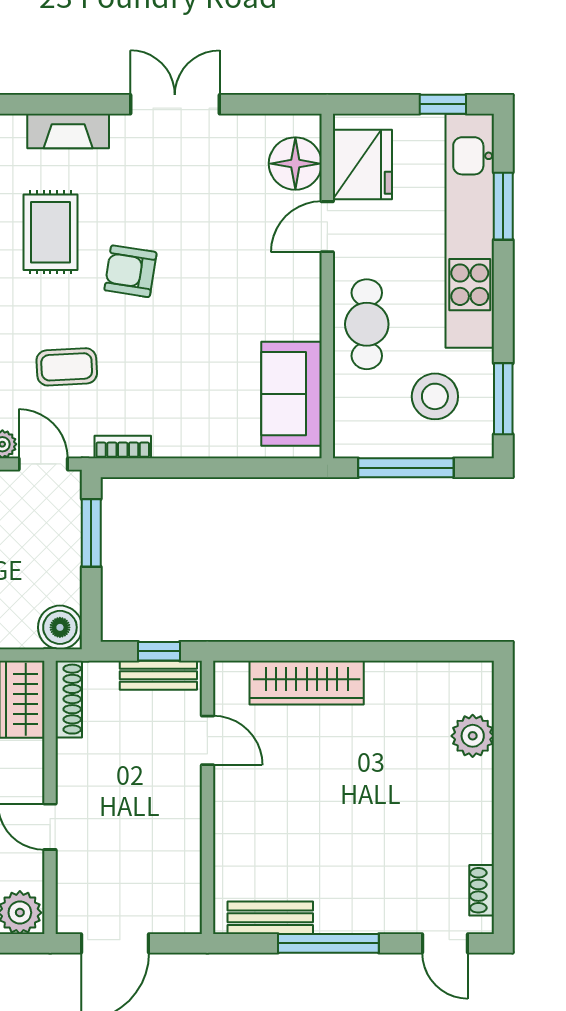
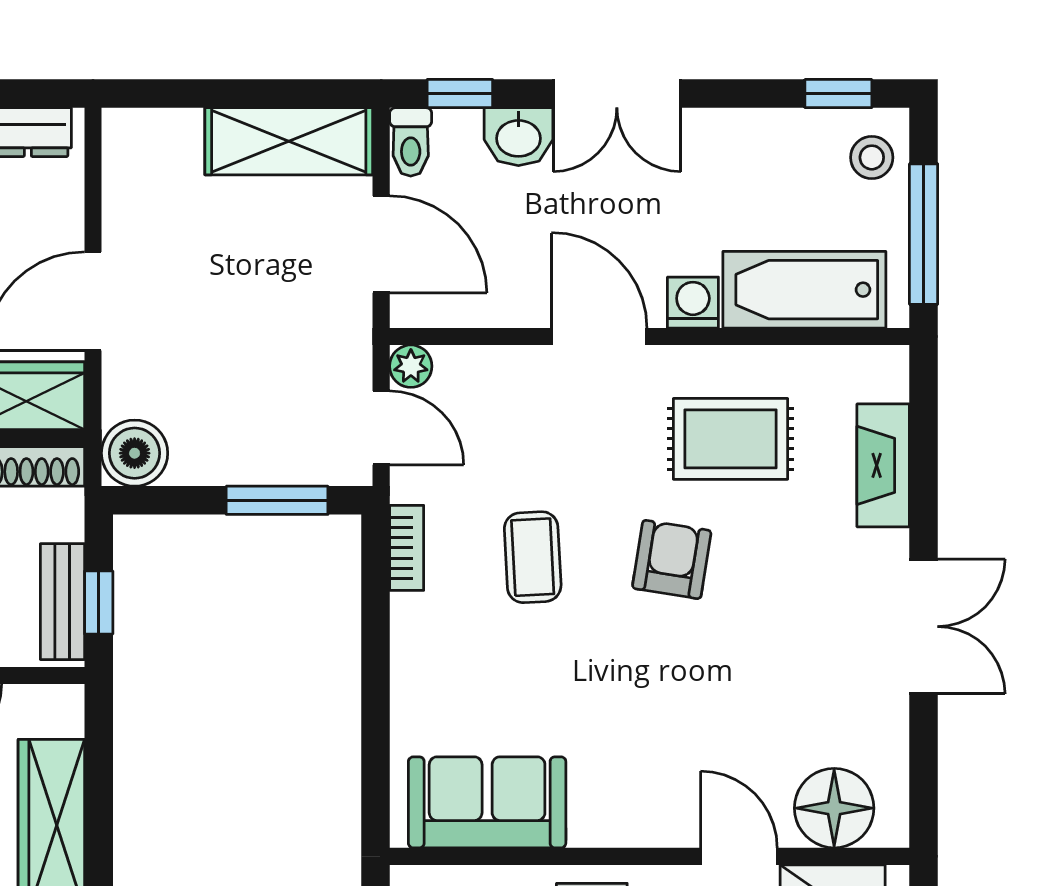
coffee table: (67, 367) -> (533, 557), moved
door: (43, 464) -> (381, 428), hinge flipped

